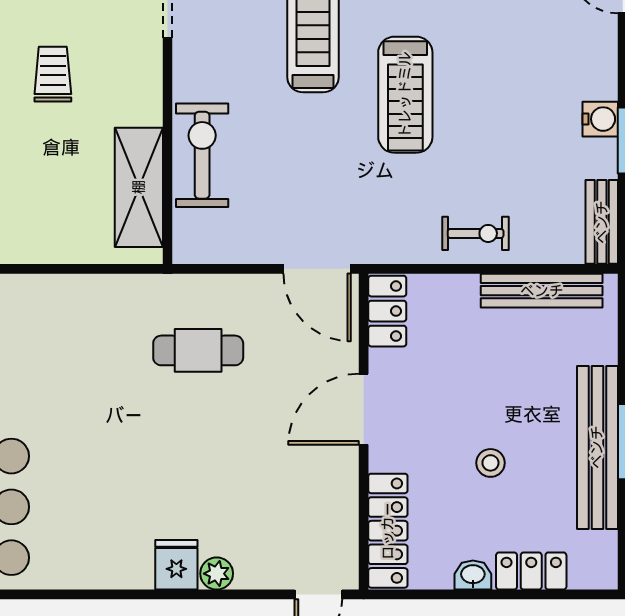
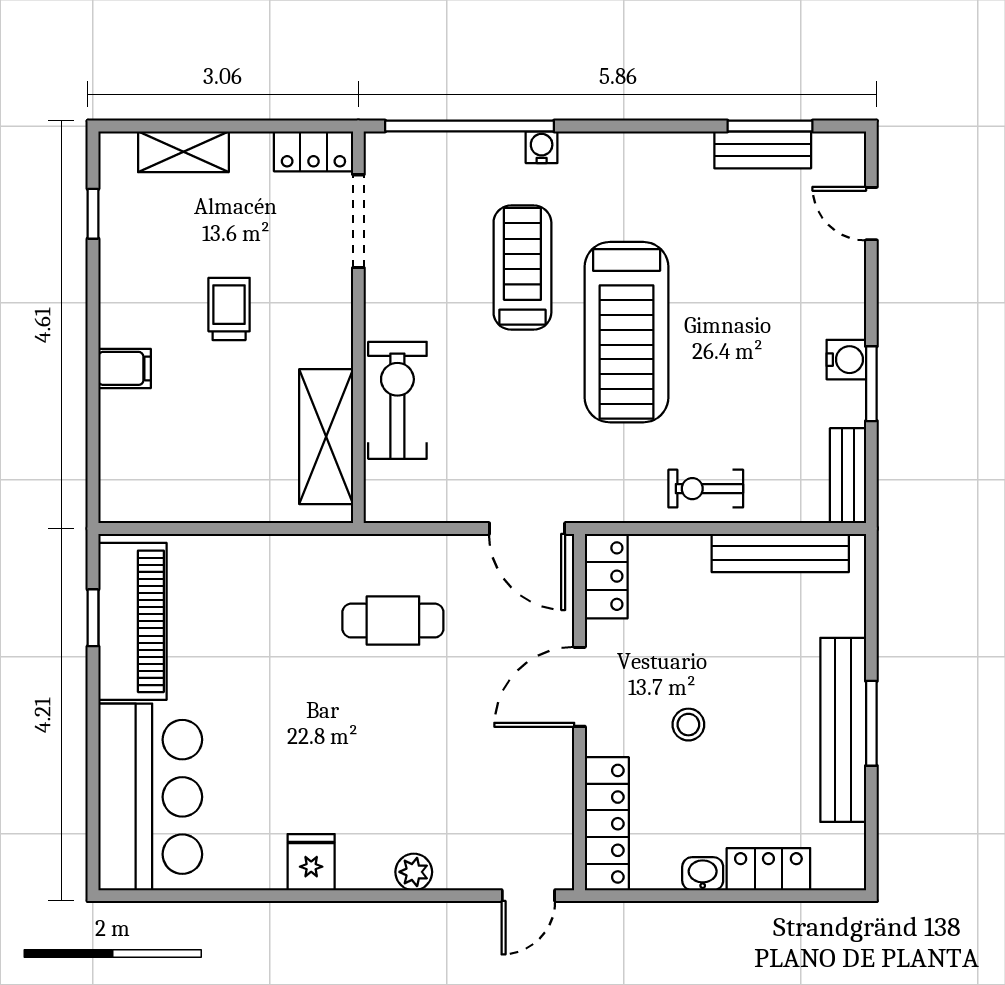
treadmill: (405, 95) -> (627, 332), width x1.37, depth x1.38
exercise bike: (476, 233) -> (706, 489), turned 180
stool: (490, 463) -> (688, 725), moved
fridge: (176, 565) -> (311, 862), moved

